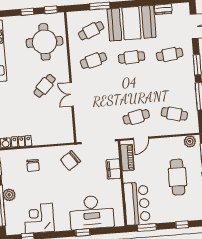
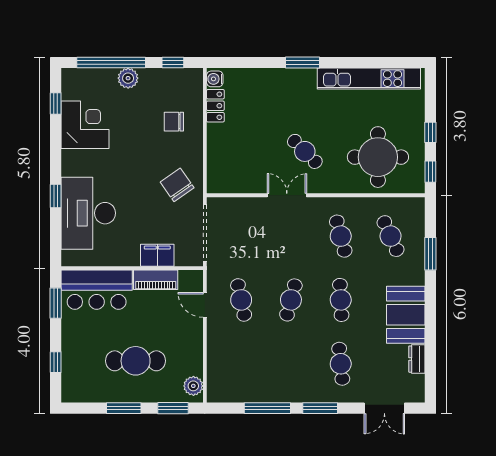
booth: (132, 23) -> (406, 315), width x0.73, depth x0.70
cafe table: (174, 114) -> (291, 300), moved
piano: (127, 158) -> (156, 280), moved

